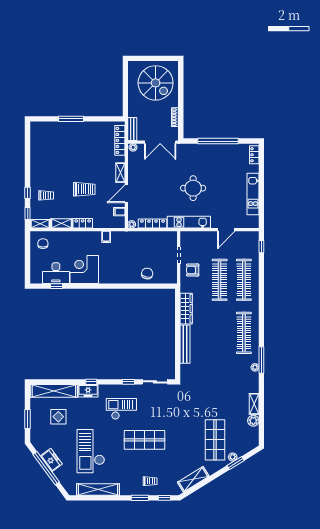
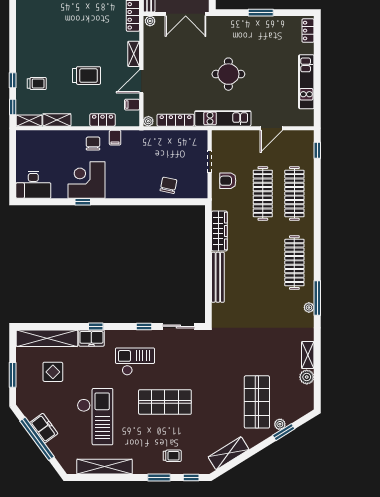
window: (218, 141) -> (261, 13), width x0.47
locker: (83, 223) -> (103, 120), moved
chair: (43, 244) -> (93, 144), moved
desk: (56, 273) -> (33, 185), moved
window: (56, 286) -> (83, 202), moved
checkout: (91, 451) -> (95, 417), turned 180

